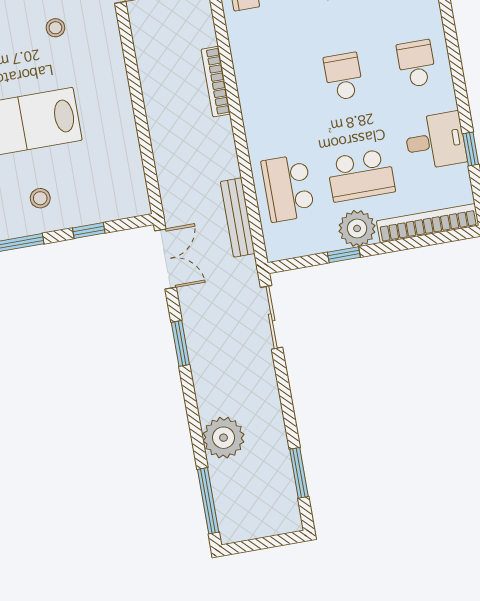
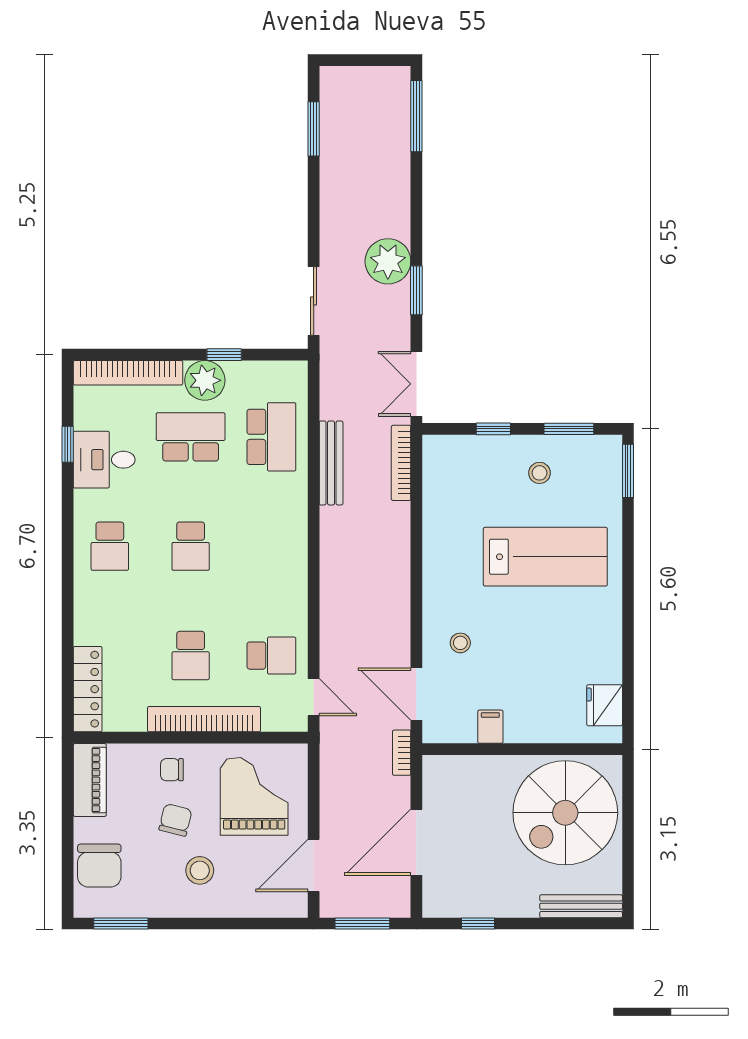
stool: (55, 28) -> (460, 643), moved
bookcase: (216, 82) -> (401, 463), moved, turned 180
bench: (238, 217) -> (331, 463), moved
plant: (223, 438) -> (388, 261), moved

